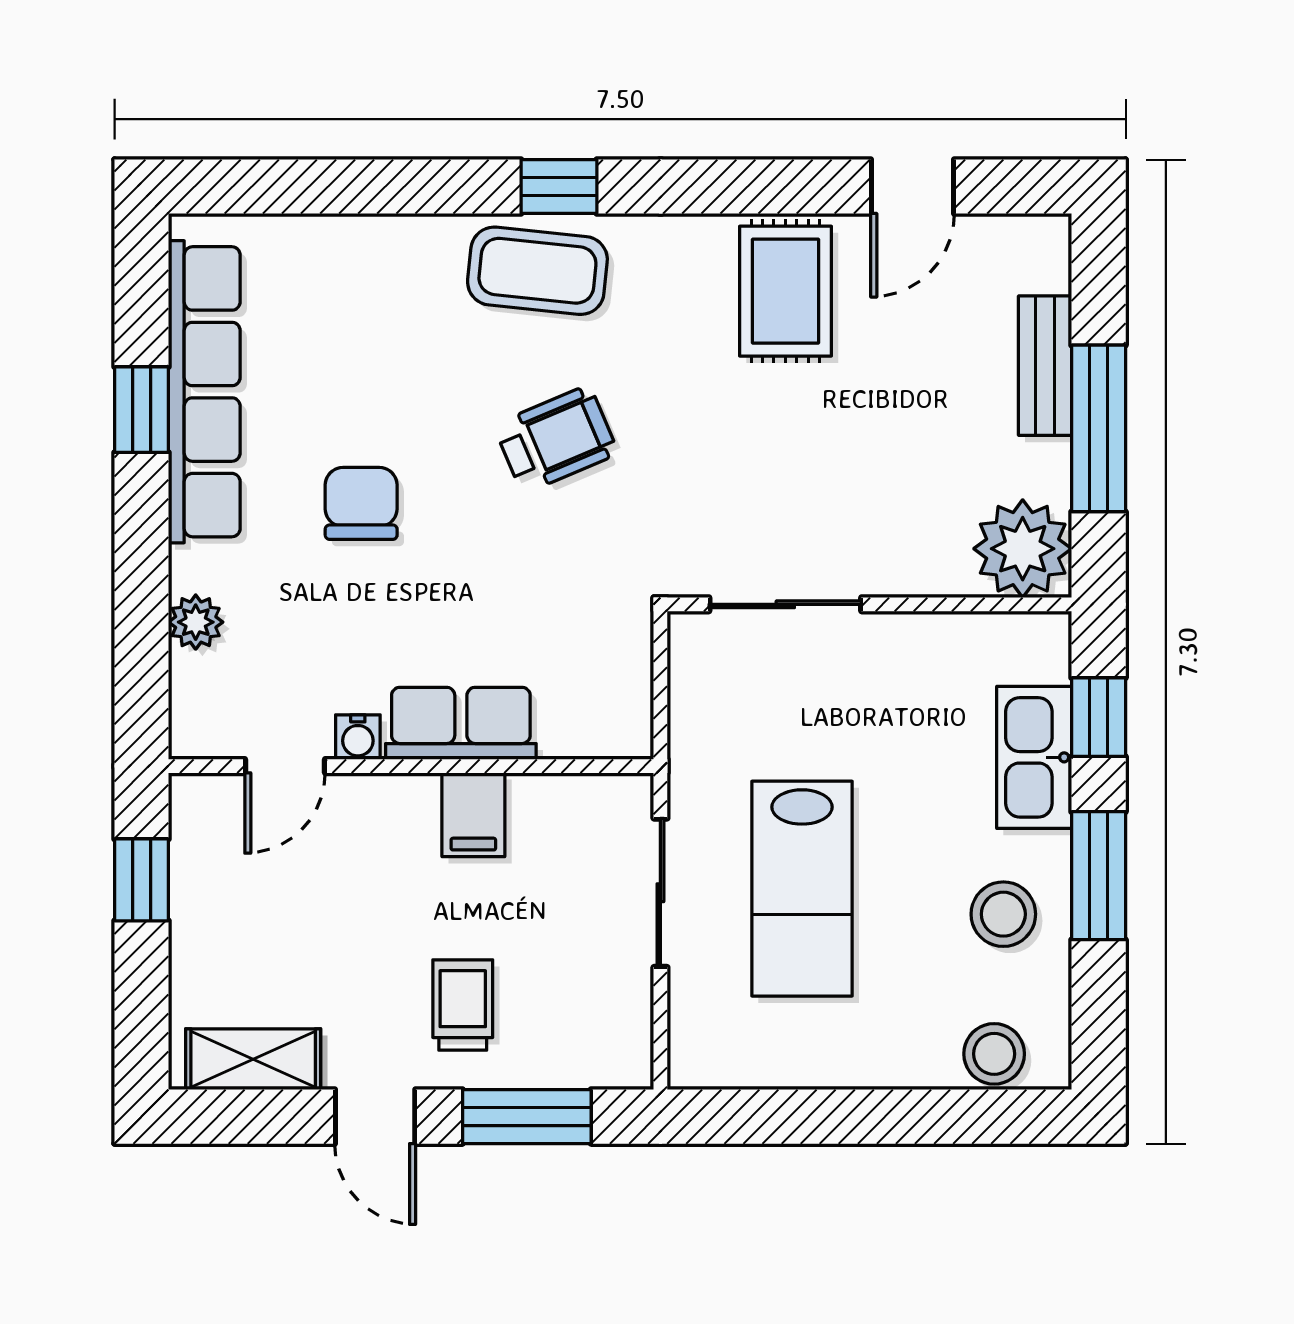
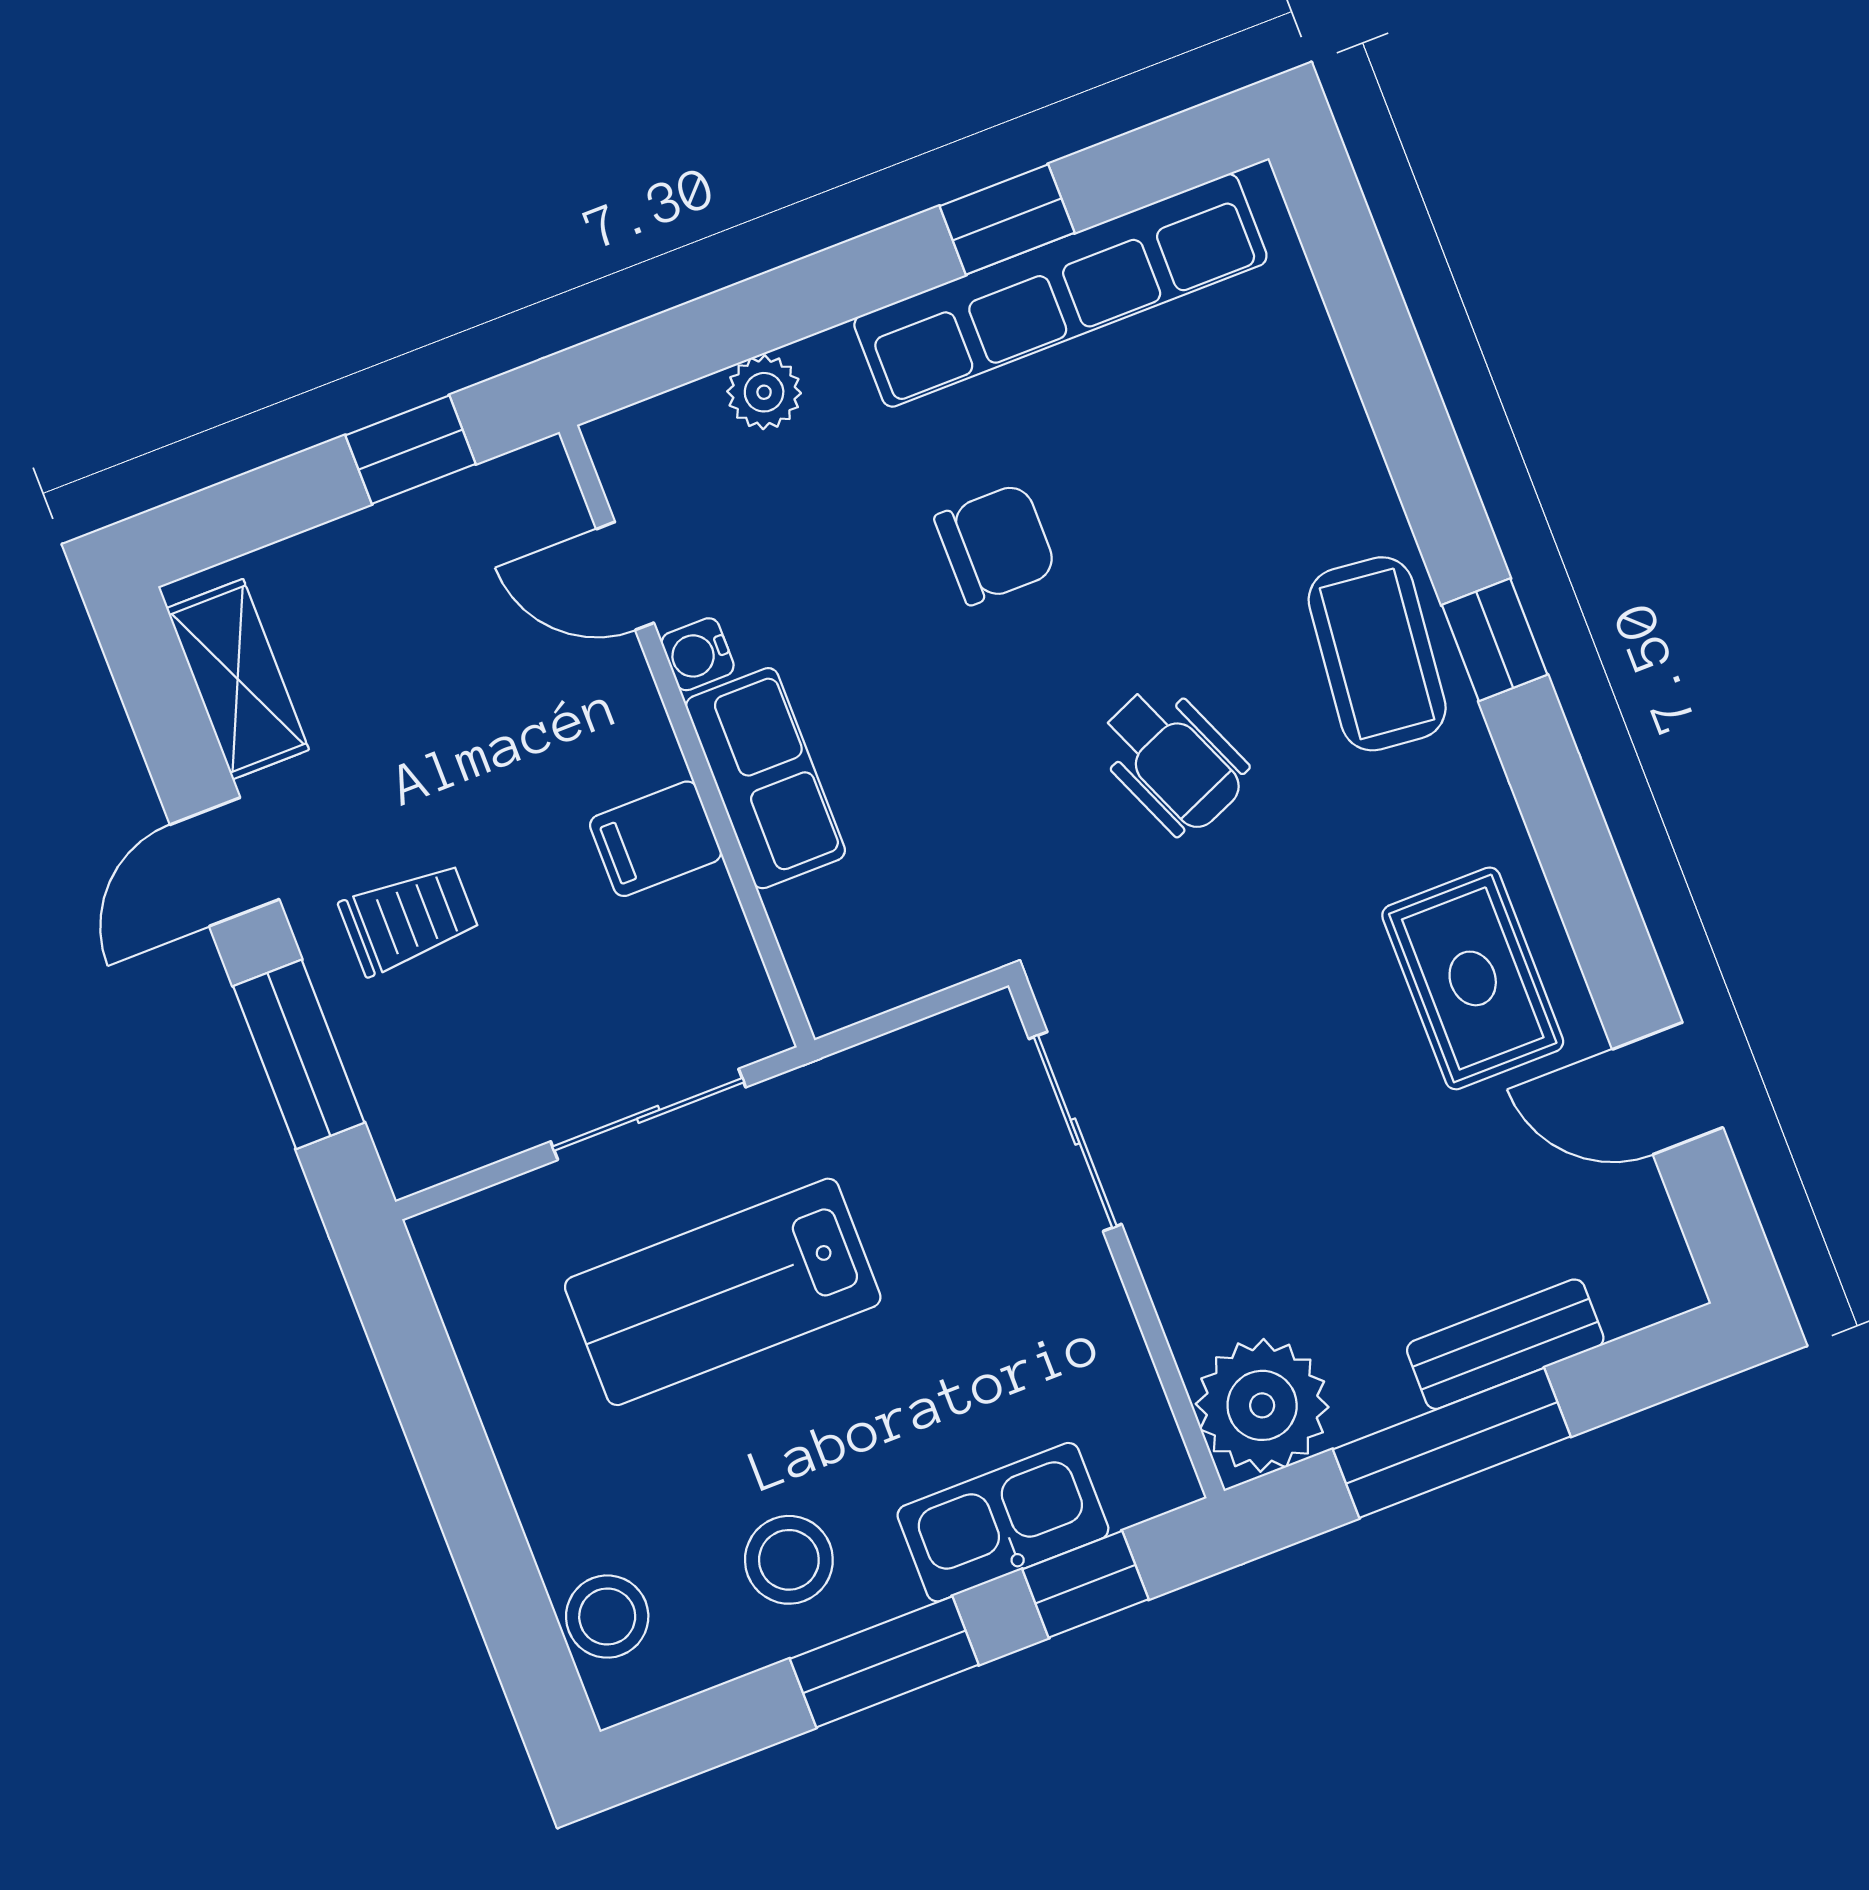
rug: (785, 291) -> (1473, 978), turned 90

